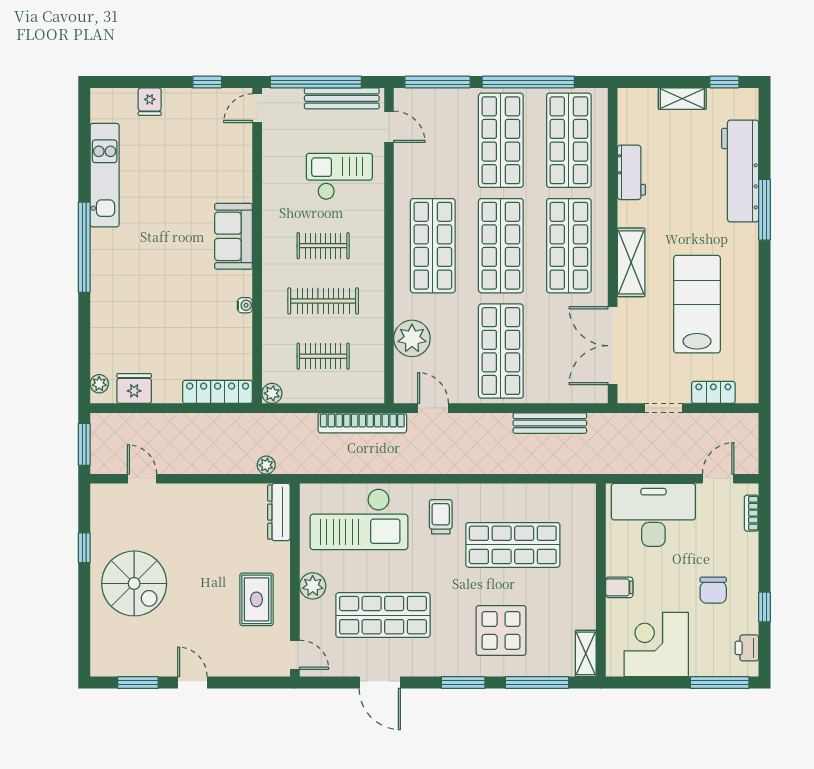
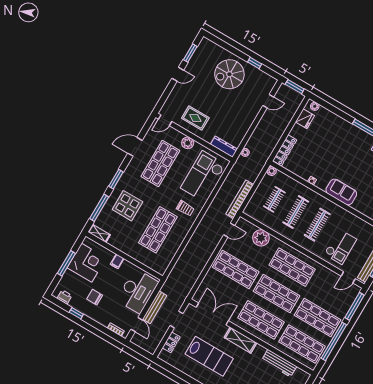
workbench: (631, 172) -> (279, 363), width x1.37
clothes rail: (323, 246) -> (317, 225), width x1.36
bench: (550, 423) -> (155, 307), moved
window: (720, 682) -> (66, 263), moved

